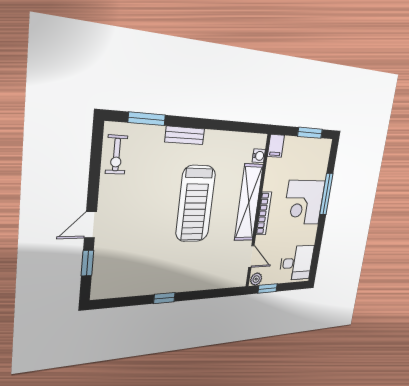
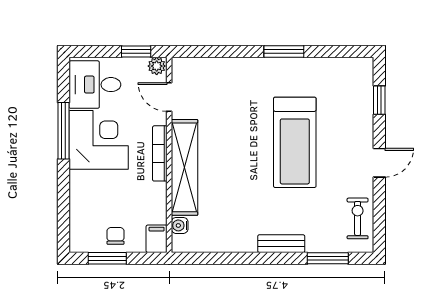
chair: (302, 150) -> (115, 236), added
window: (326, 194) -> (64, 131), moved
corner desk: (304, 203) -> (99, 140), moved
treadmill: (196, 204) -> (295, 142), moved, turned 180
door: (90, 225) -> (379, 163), moved
window: (164, 298) -> (284, 52), width x1.50

